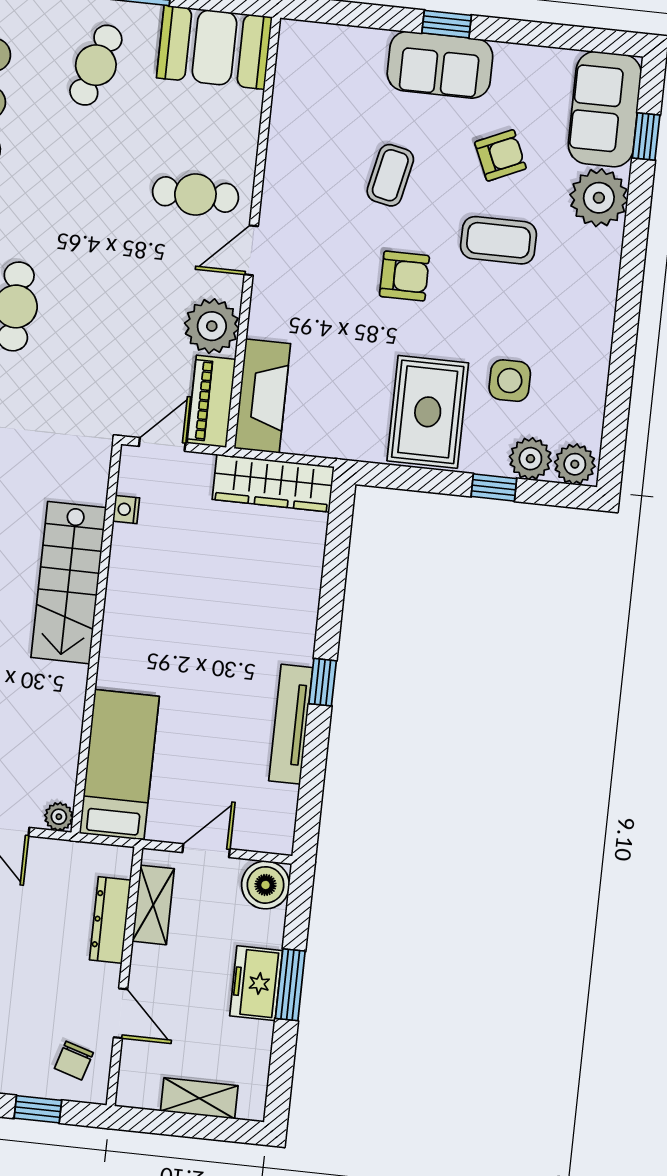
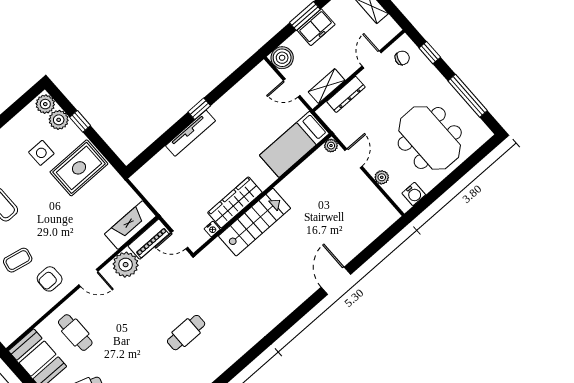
cafe table: (195, 195) -> (75, 333), moved
armchair: (404, 276) -> (50, 279), moved, turned -90
wardrobe: (273, 483) -> (235, 202), moved, turned -90
tv unit: (291, 724) -> (191, 133), moved

